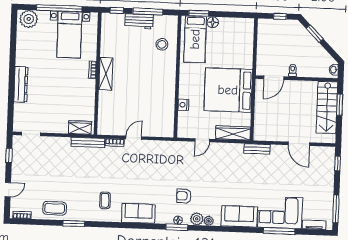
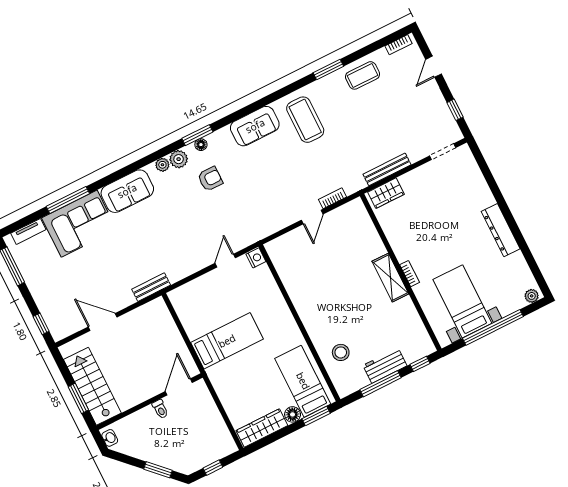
plant: (29, 19) -> (532, 296), width x0.53, depth x0.53
dresser: (21, 84) -> (501, 230), moved
bed: (228, 90) -> (227, 341), width x0.49
nightstand: (183, 105) -> (256, 258), moved
wardrobe: (233, 133) -> (262, 428), moved, turned 180
bench: (88, 142) -> (387, 169), moved
coffee table: (105, 200) -> (305, 120), width x1.86, depth x1.72

